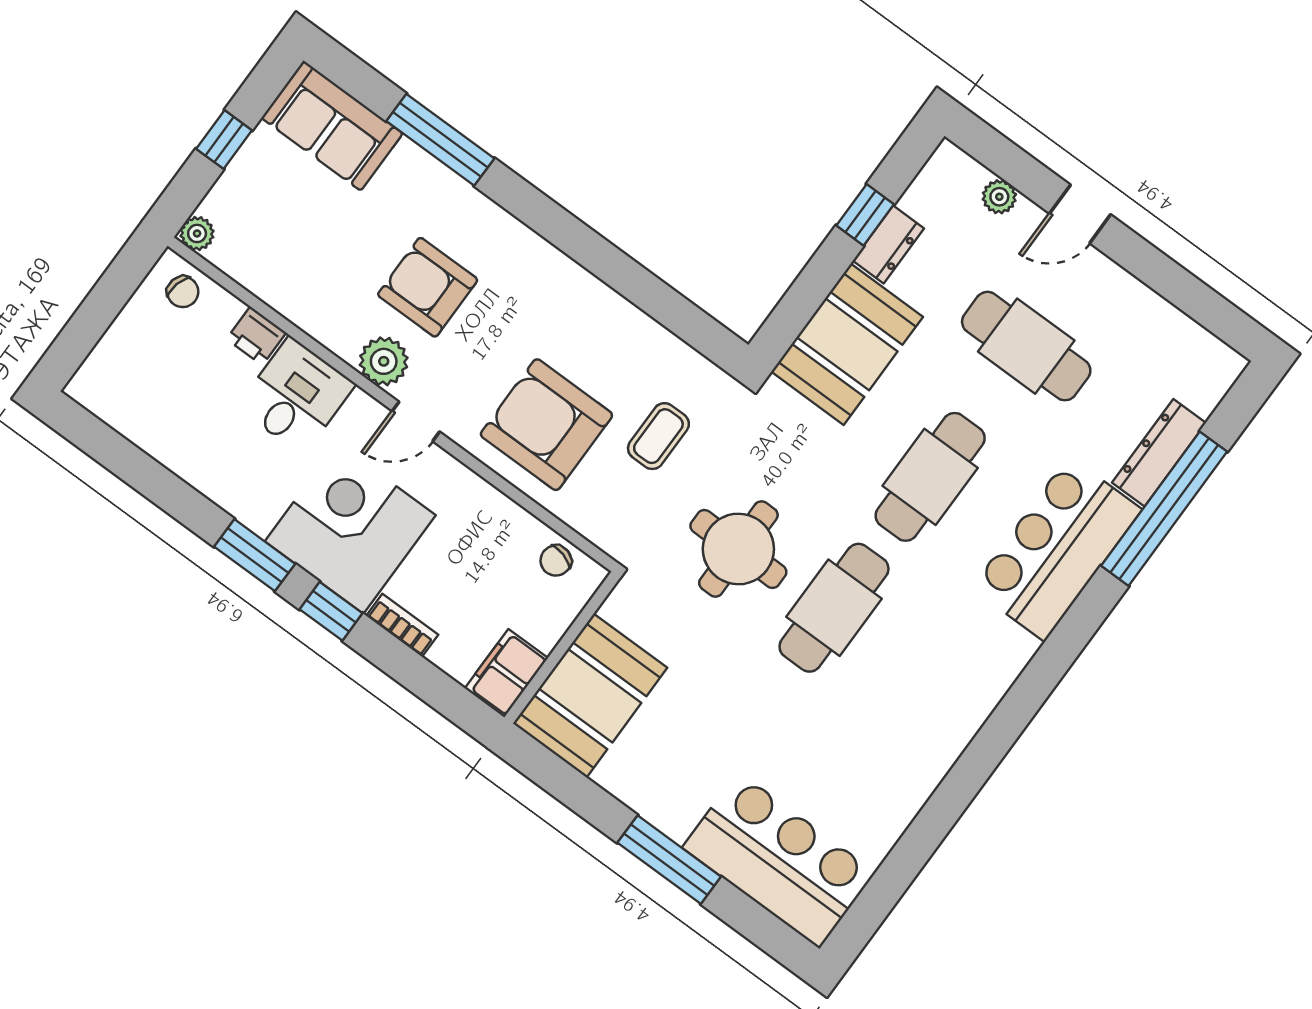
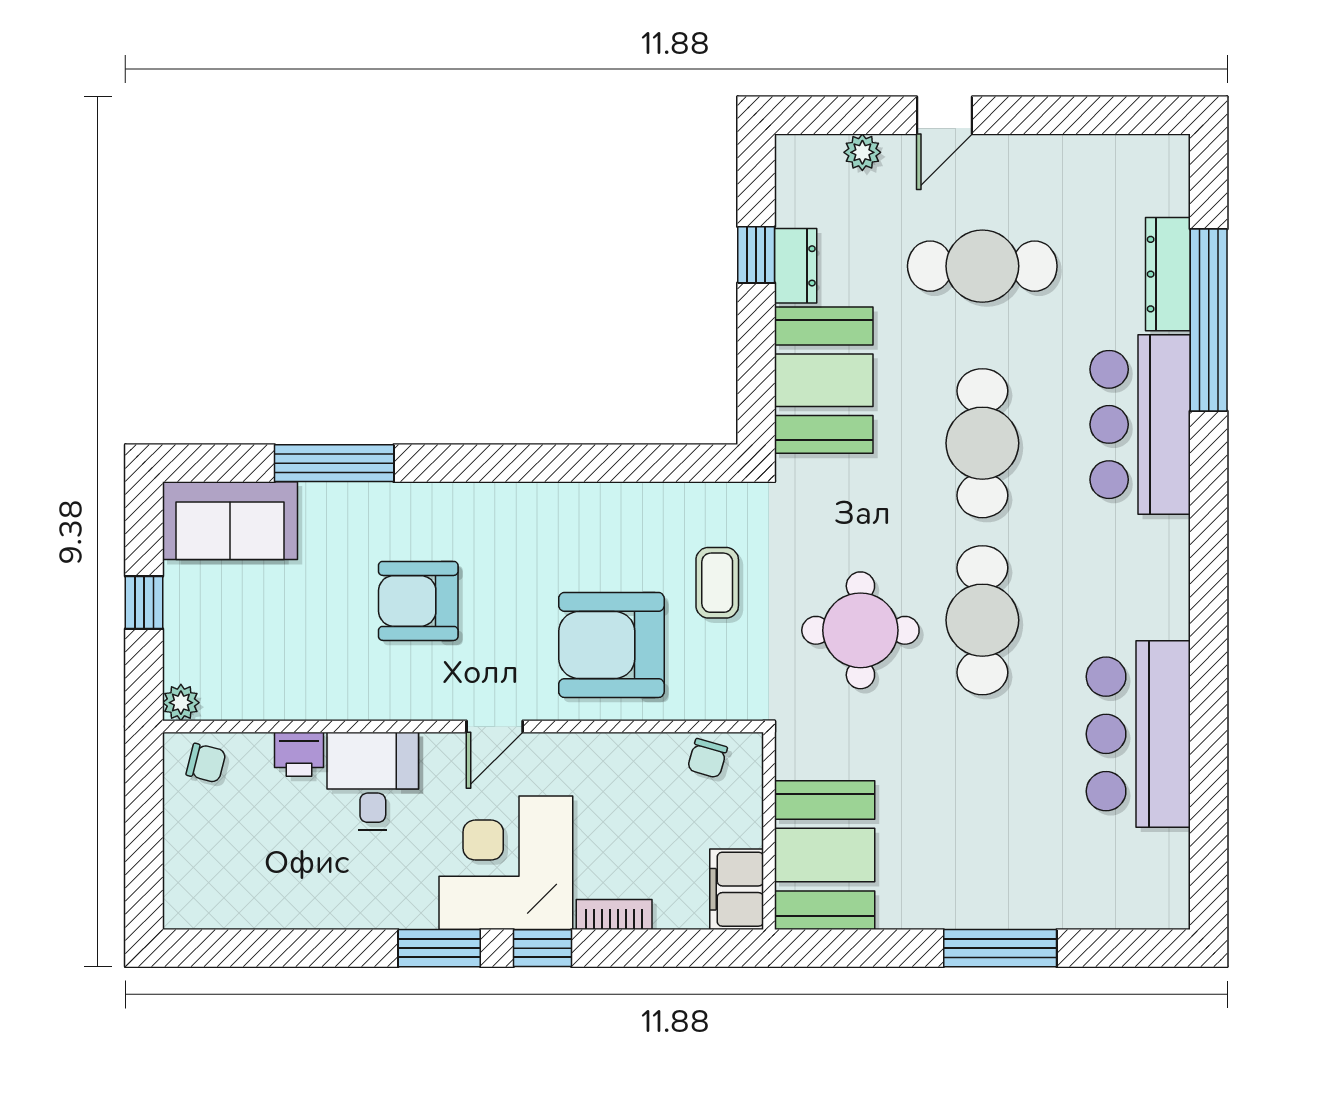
plant: (384, 361) -> (427, 694), removed
bar counter: (779, 860) -> (1138, 734), moved, turned -90

